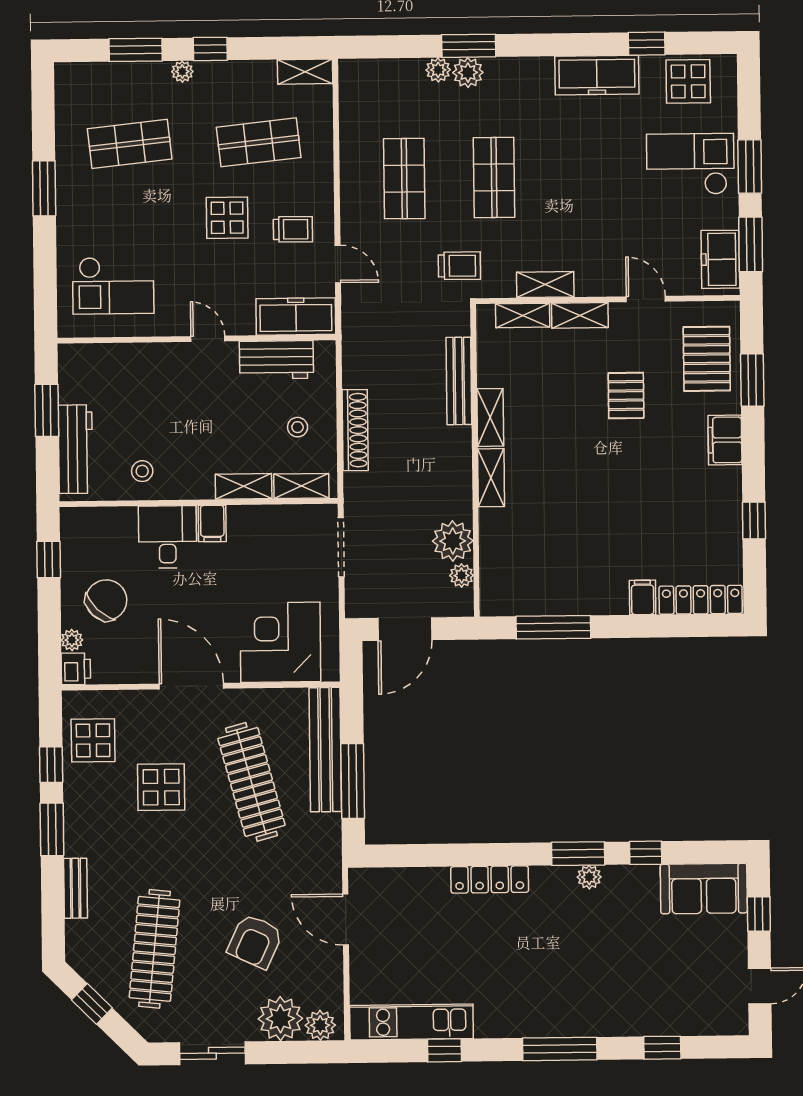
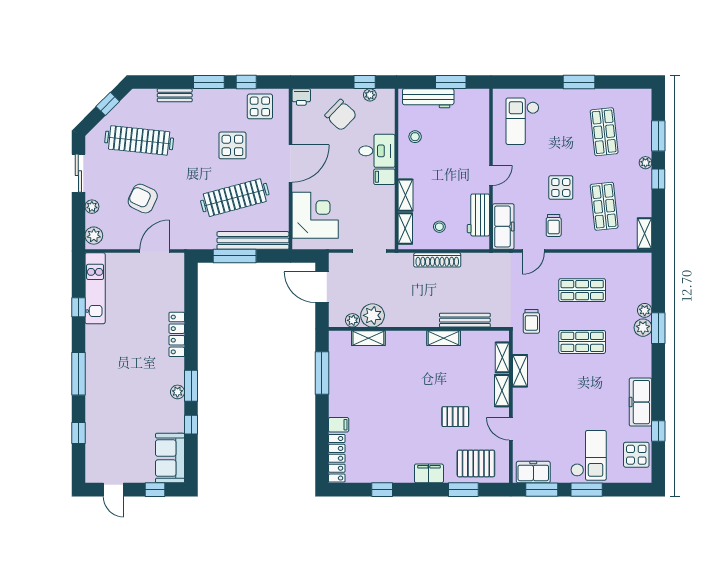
door: (646, 299) -> (511, 429), swing flipped
shelving: (491, 478) -> (368, 338), moved
plant: (72, 640) -> (370, 95), moved
plant: (280, 1019) -> (92, 207), width x0.53, depth x0.53

